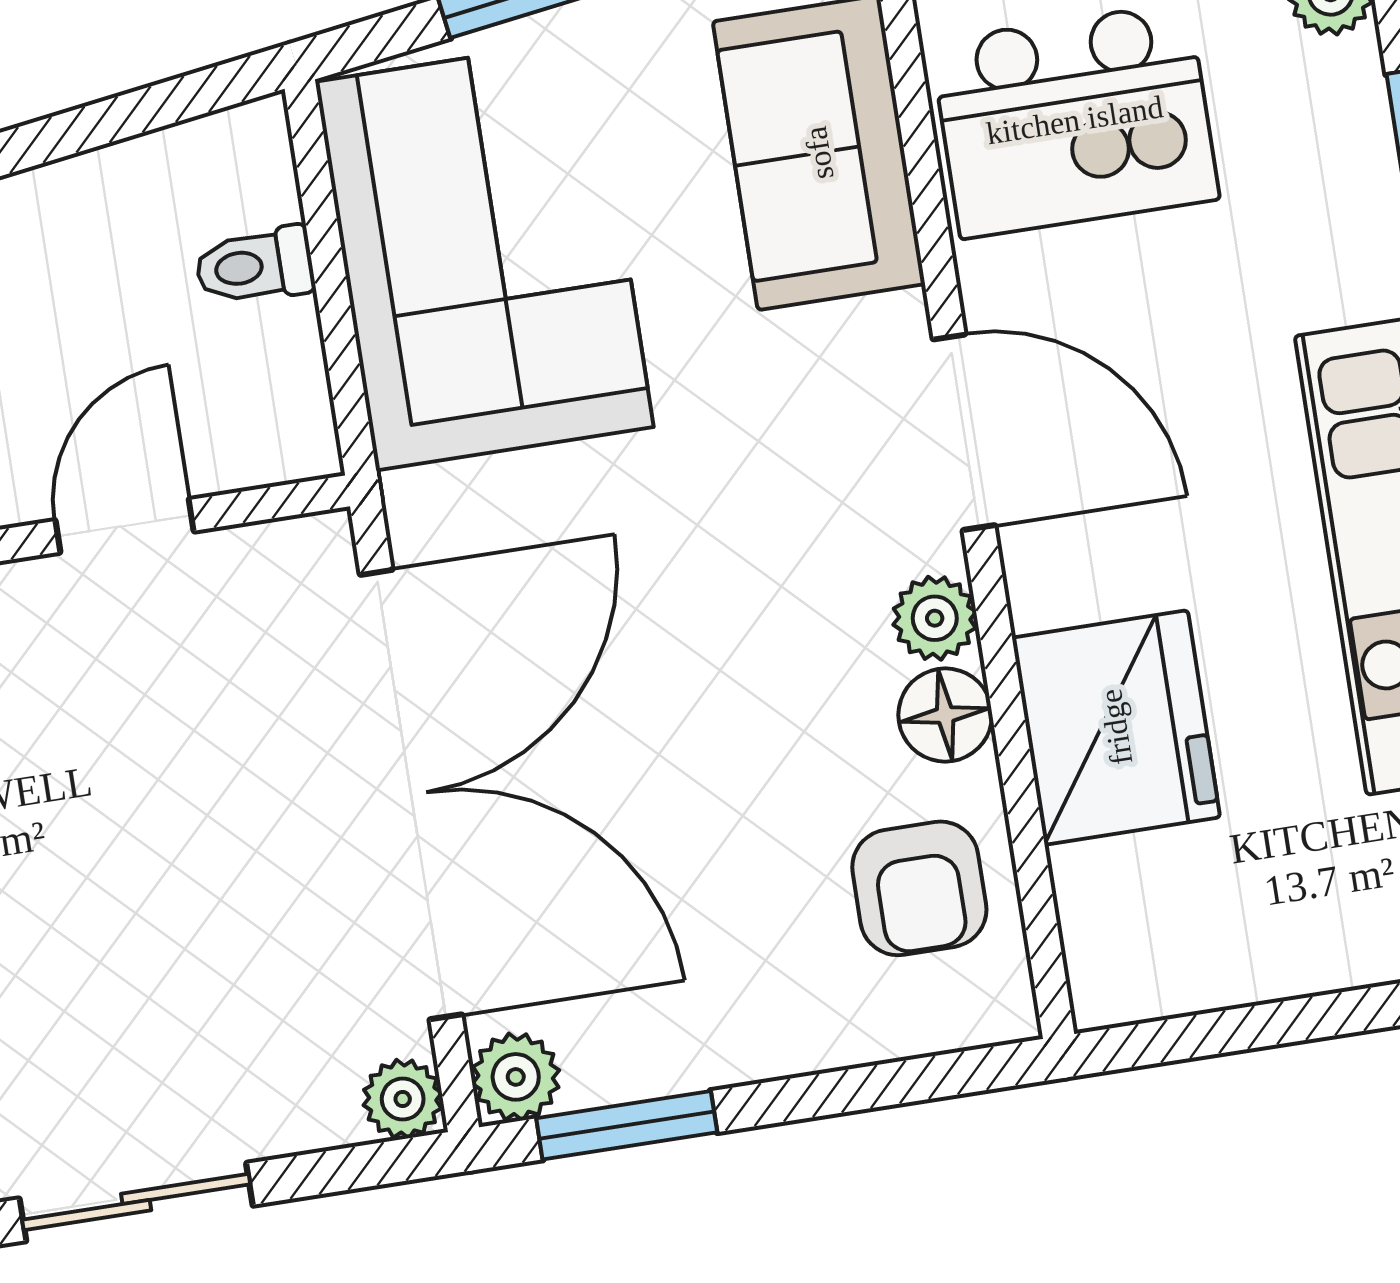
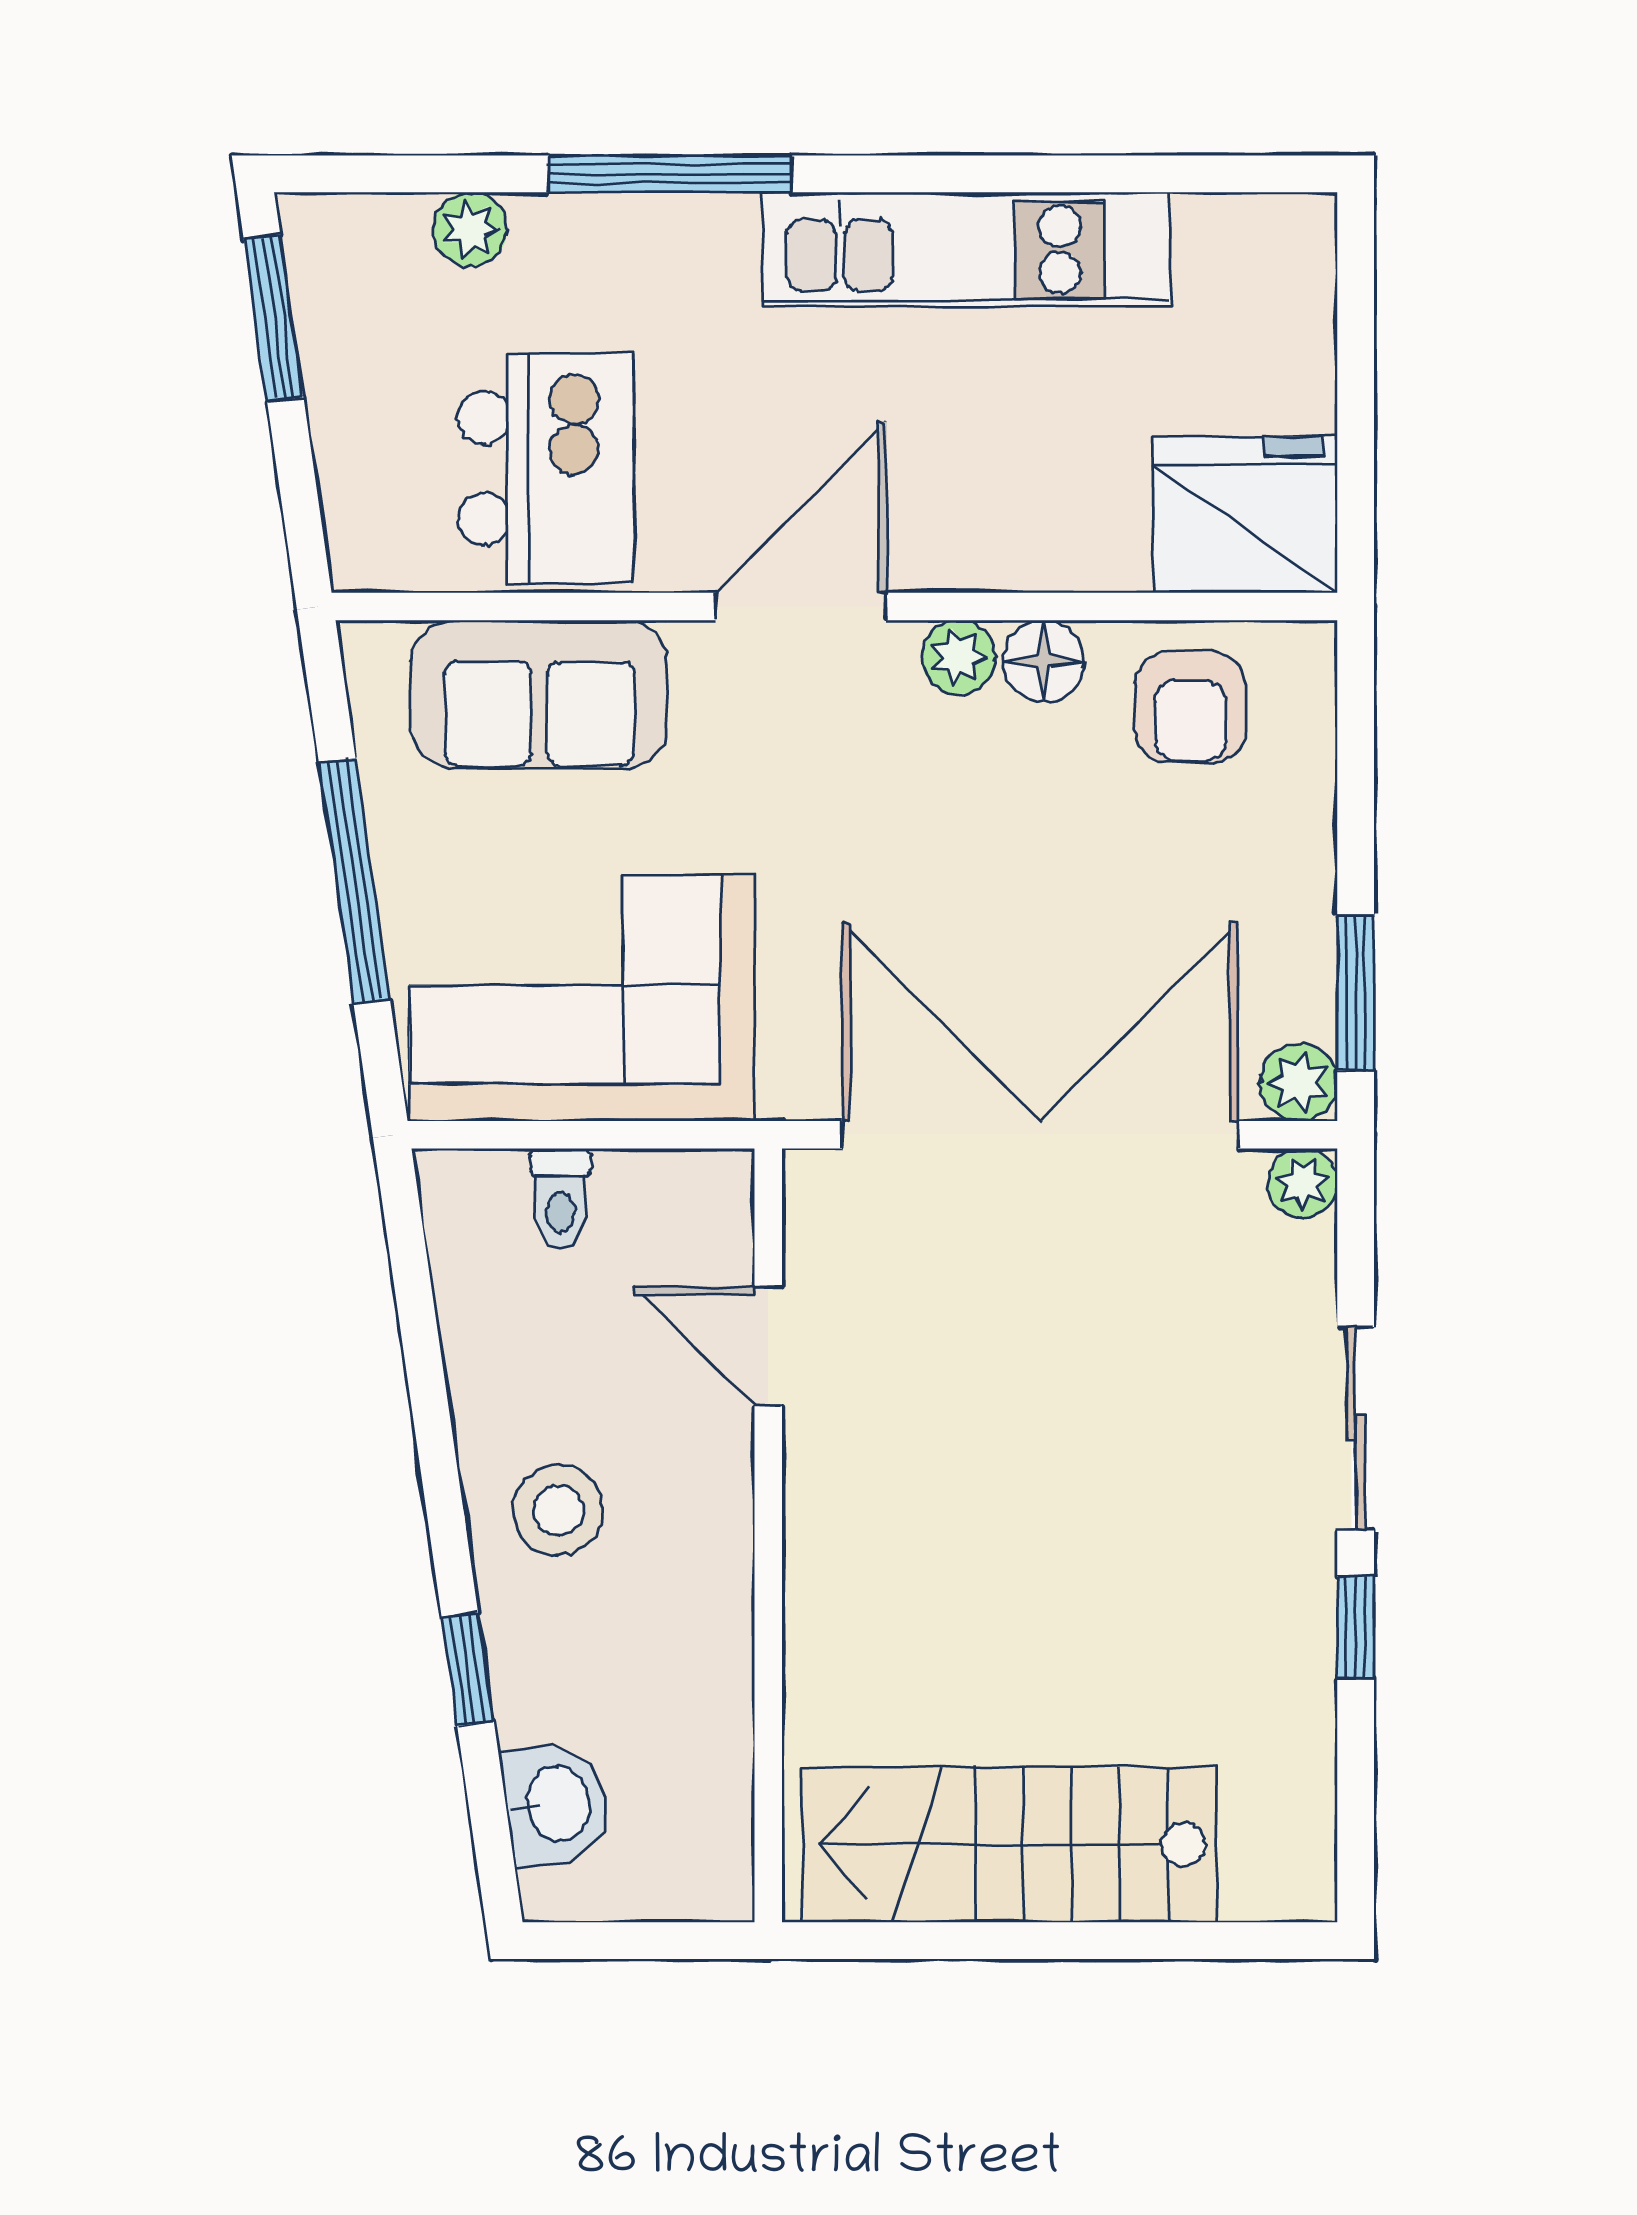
fridge: (1116, 727) -> (1245, 515), moved
armchair: (919, 888) -> (1190, 707), turned 90

